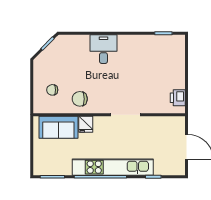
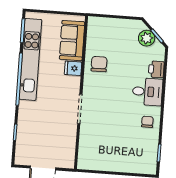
plant: (51, 54) -> (147, 38), added
chair: (52, 90) -> (147, 122), moved
printer: (178, 98) -> (156, 69), moved, turned -90
kitchen unit: (113, 167) -> (30, 59), moved

